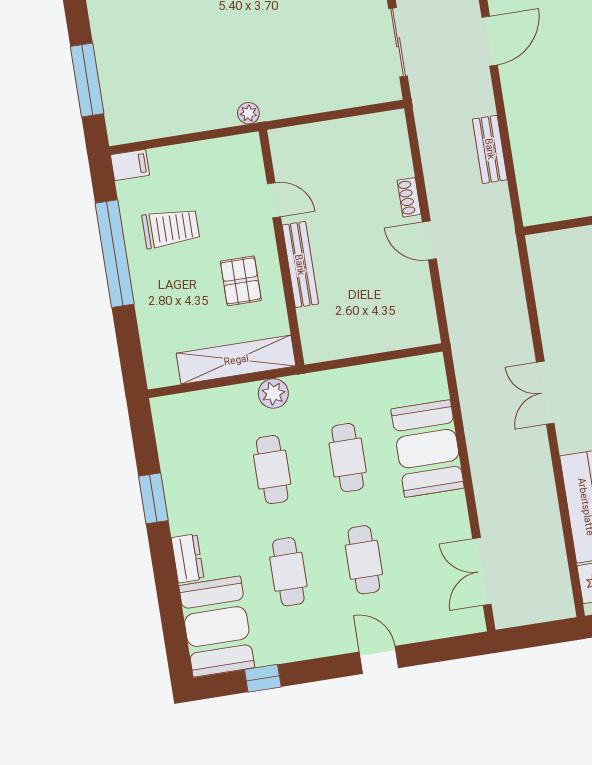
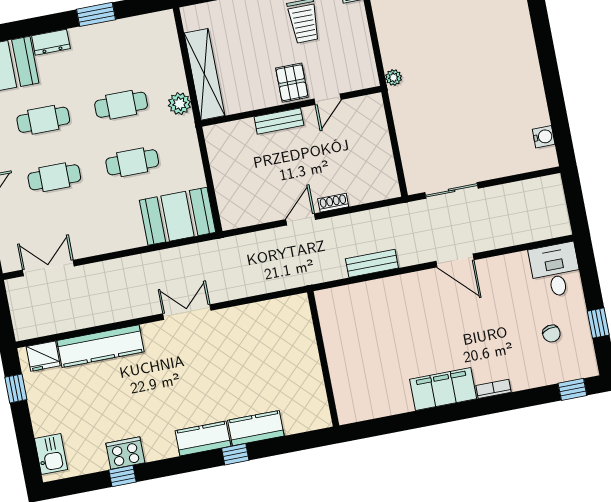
bench: (300, 265) -> (279, 121), width x0.73
pallet: (241, 281) -> (292, 83), moved, turned 90
booth: (428, 449) -> (177, 216), moved

